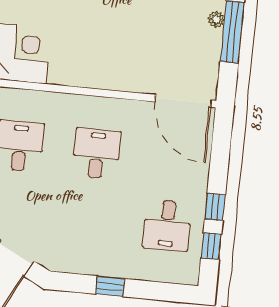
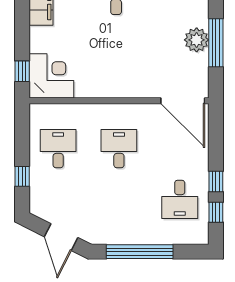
plant: (216, 19) -> (197, 40), width x1.88, depth x1.88
window: (110, 286) -> (140, 252), width x3.17

